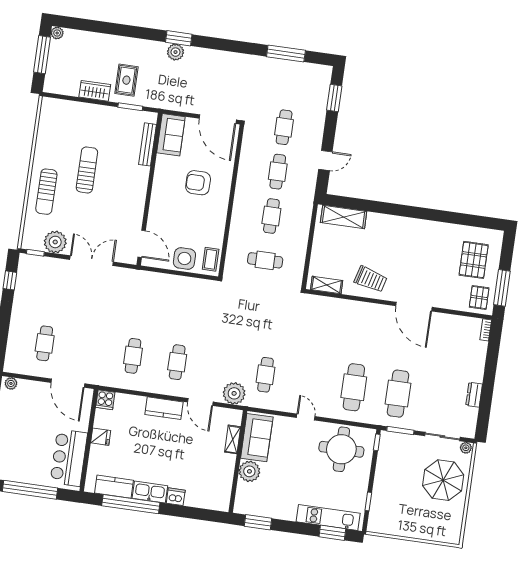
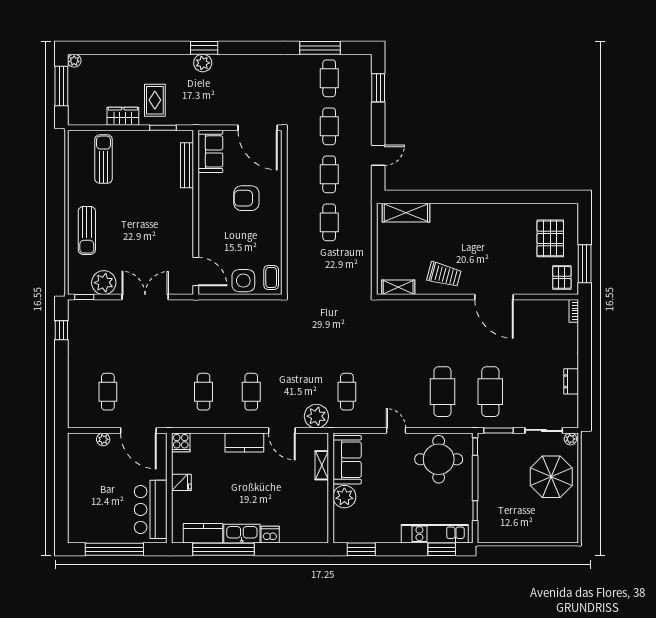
sun lounger: (87, 170) -> (104, 159), moved
cafe table: (265, 260) -> (329, 78), moved, turned 90
plant: (11, 383) -> (103, 439), moved

